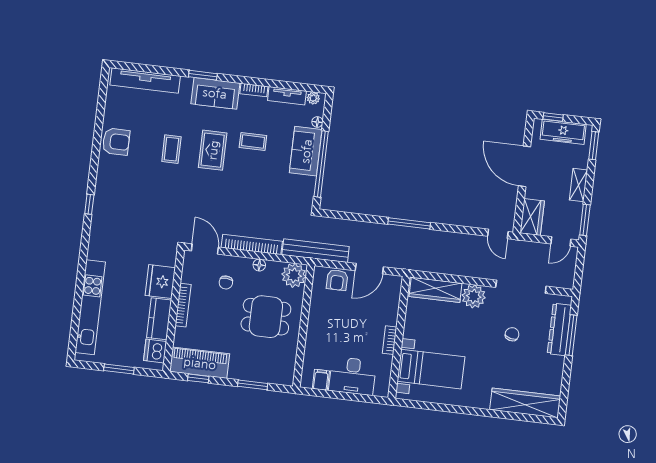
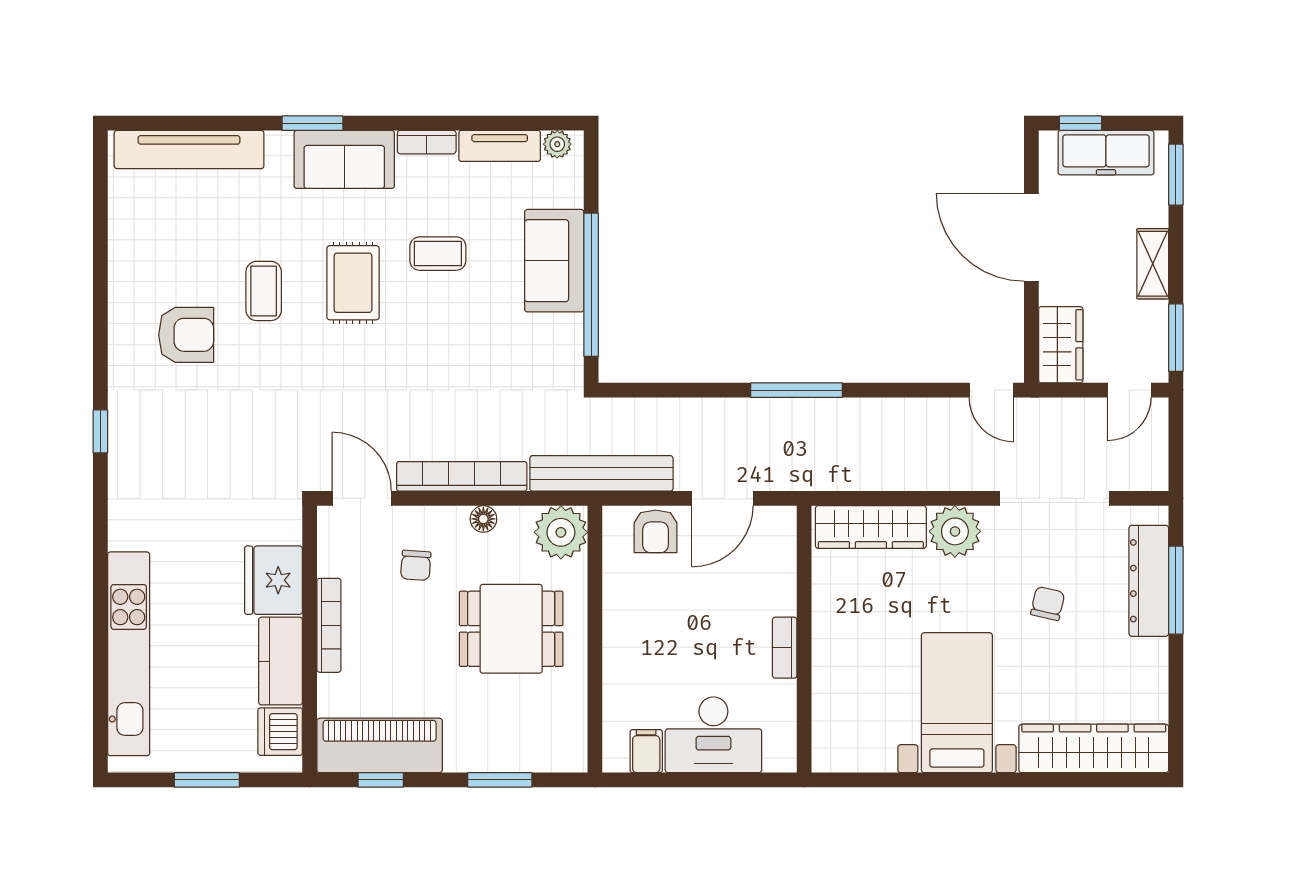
floor lamp: (317, 122) -> (572, 195), removed
armchair: (116, 142) -> (186, 335), moved
bed with nightstands: (431, 369) -> (957, 703), moved, turned -90

